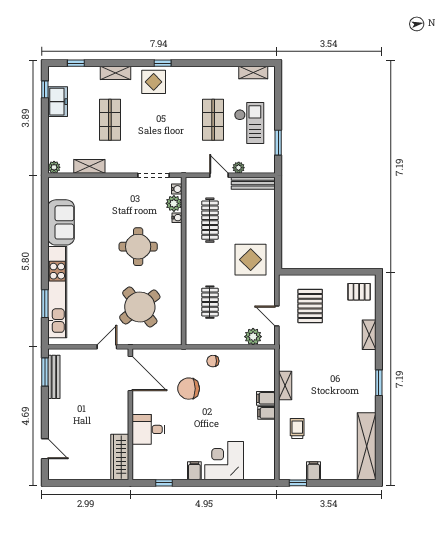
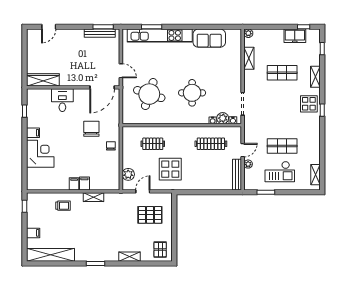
display table: (251, 260) -> (170, 169), moved
round table: (140, 307) -> (149, 94), turned -34
filing cabinet: (314, 471) -> (33, 233), moved

